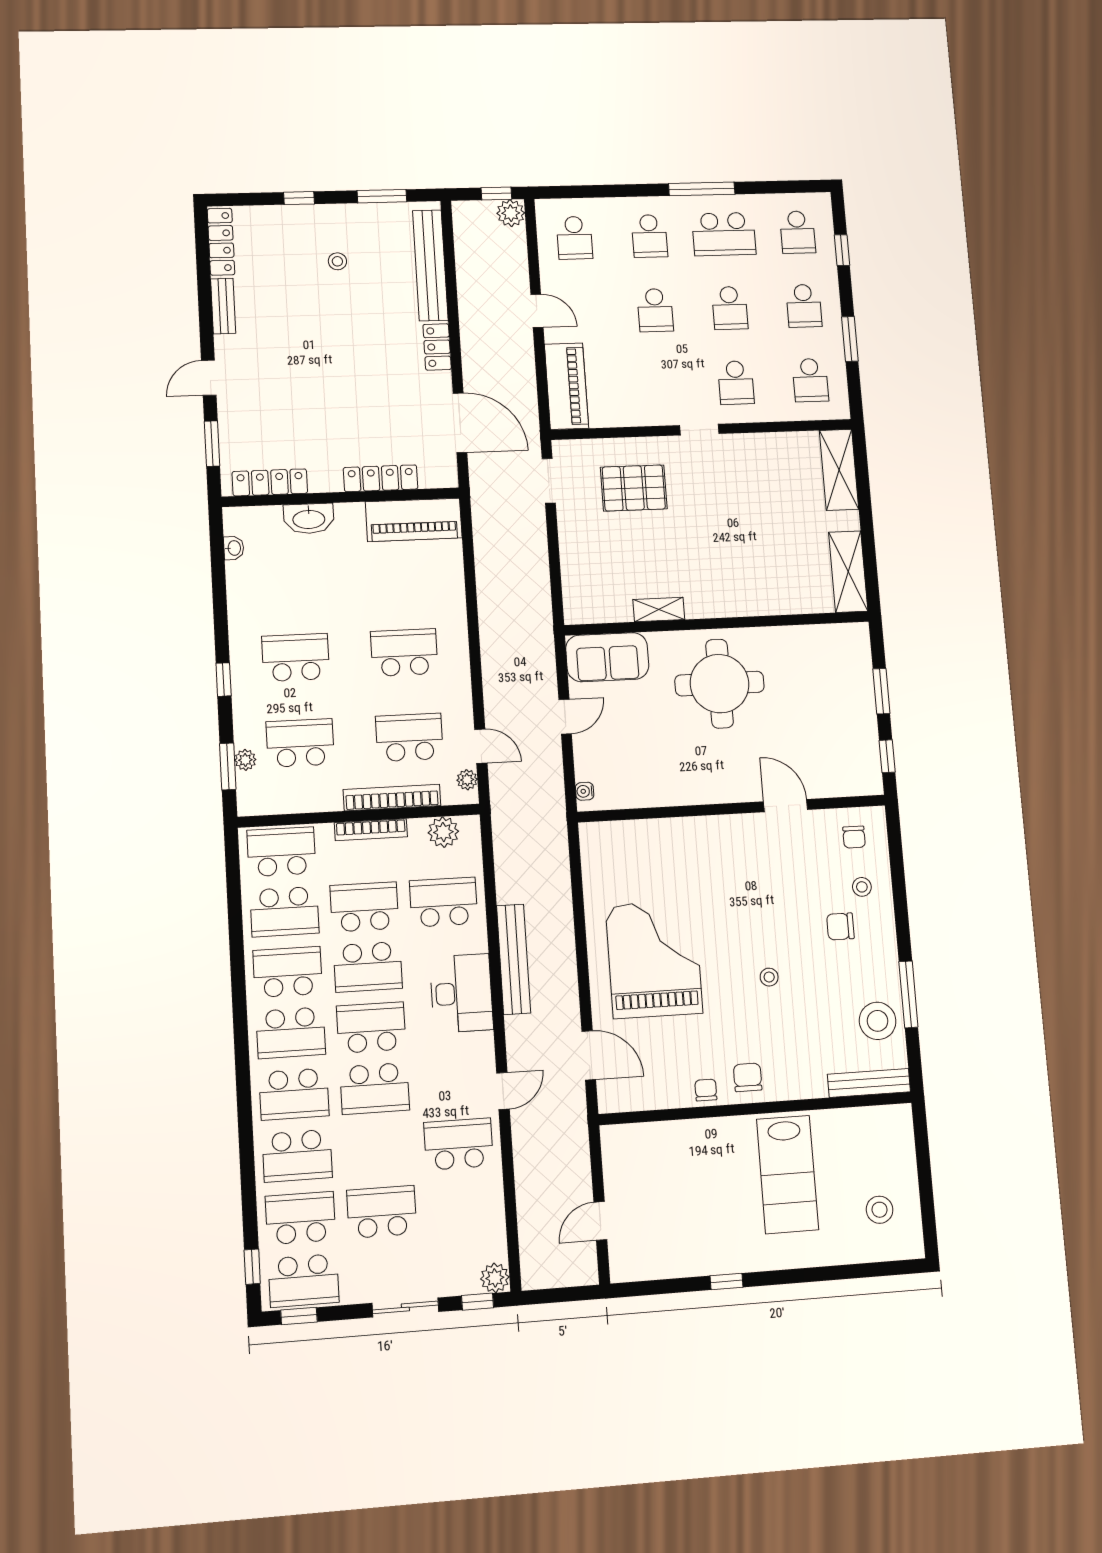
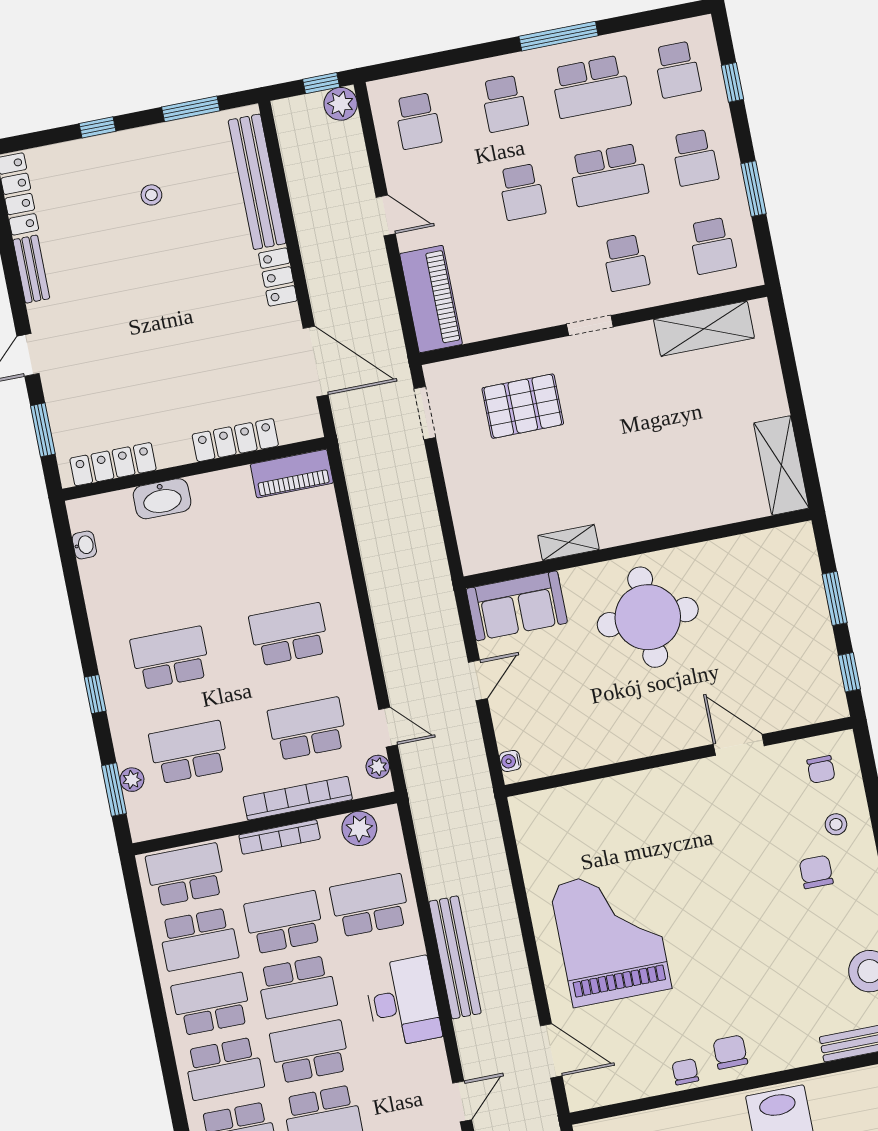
school desk: (730, 308) -> (608, 175), width x1.85
shelving: (839, 470) -> (704, 329), moved, turned 90
piano: (414, 520) -> (292, 474), width x0.73, depth x0.75
chair: (840, 926) -> (816, 872), turned 90
stool: (769, 977) -> (742, 939), removed

